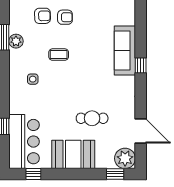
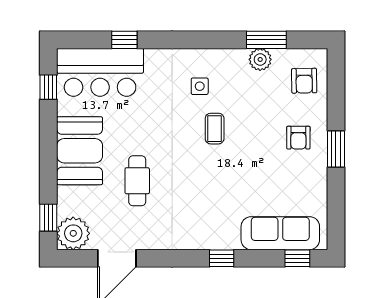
armchair: (42, 16) -> (304, 81), moved
window: (141, 18) -> (297, 258), added
sofa: (125, 51) -> (280, 233), moved
coffee table: (59, 55) -> (215, 129), moved

